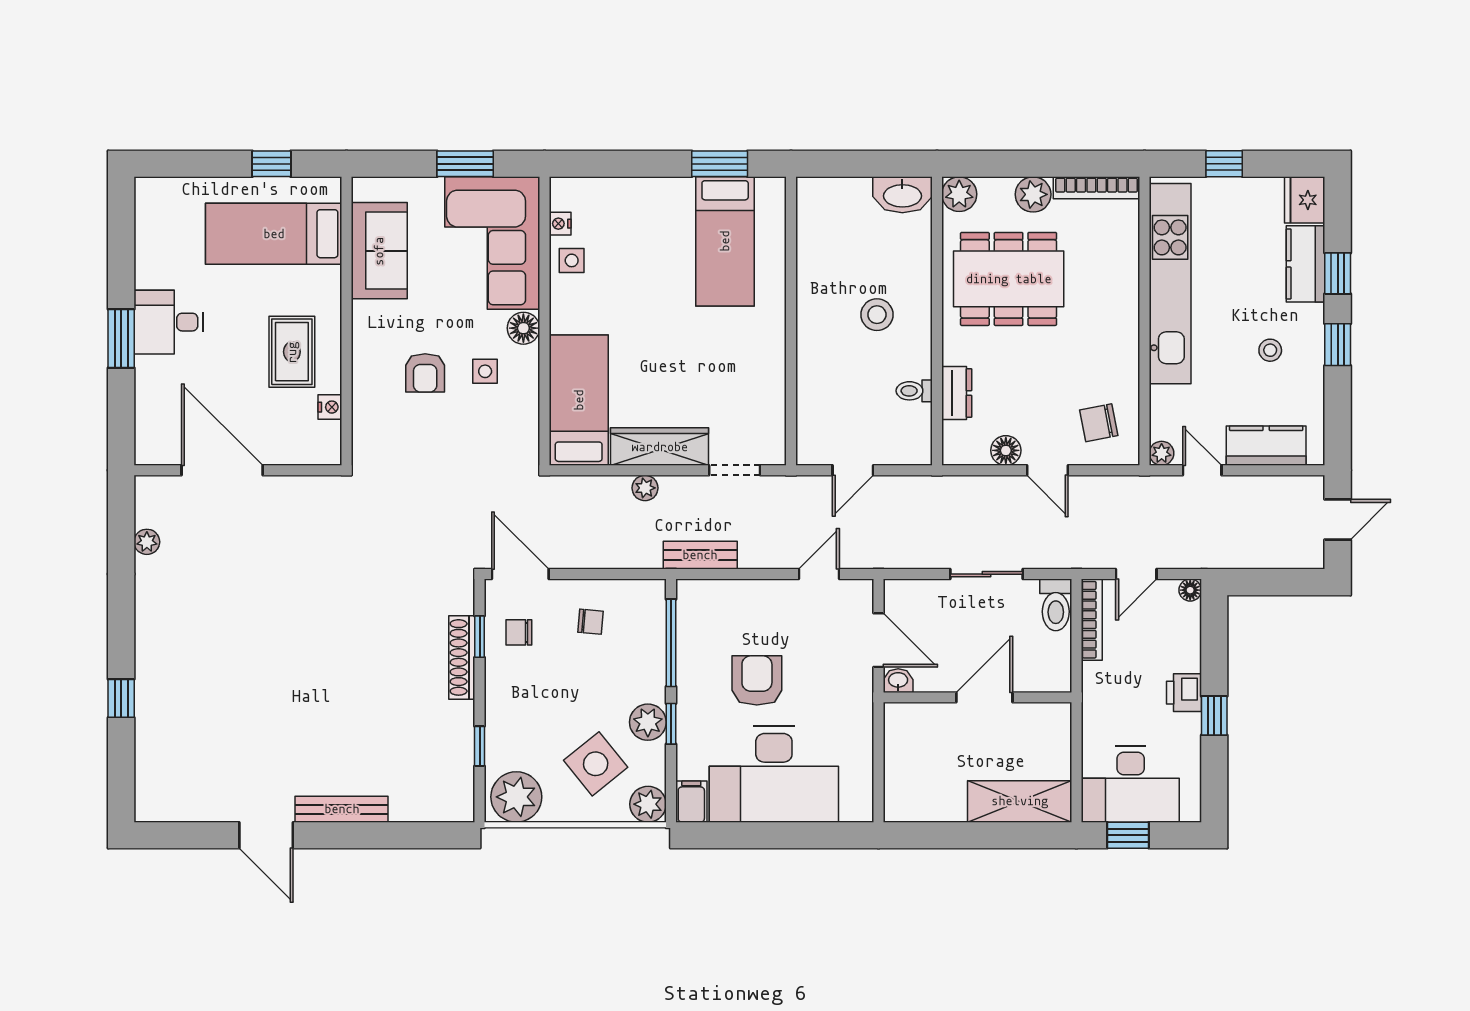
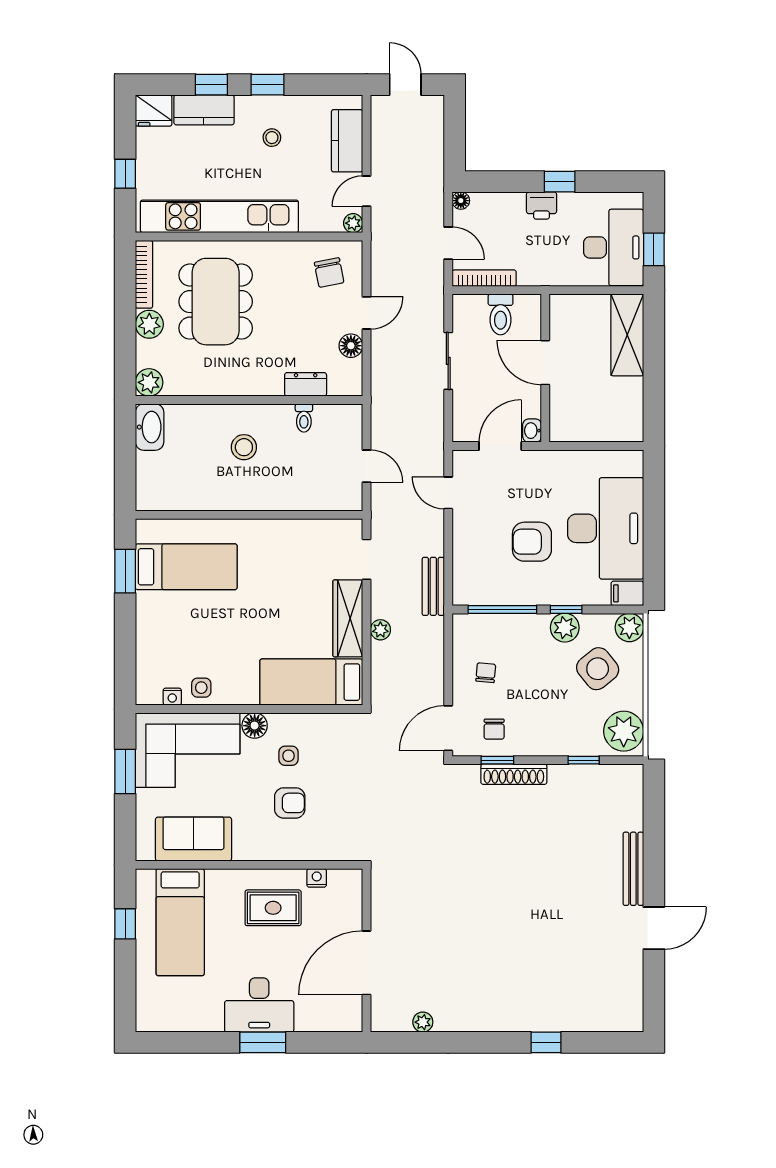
dining table: (1009, 279) -> (216, 302), moved
desk: (169, 322) -> (259, 1005), width x1.37
toilet: (1056, 605) -> (501, 314), moved, turned 90

